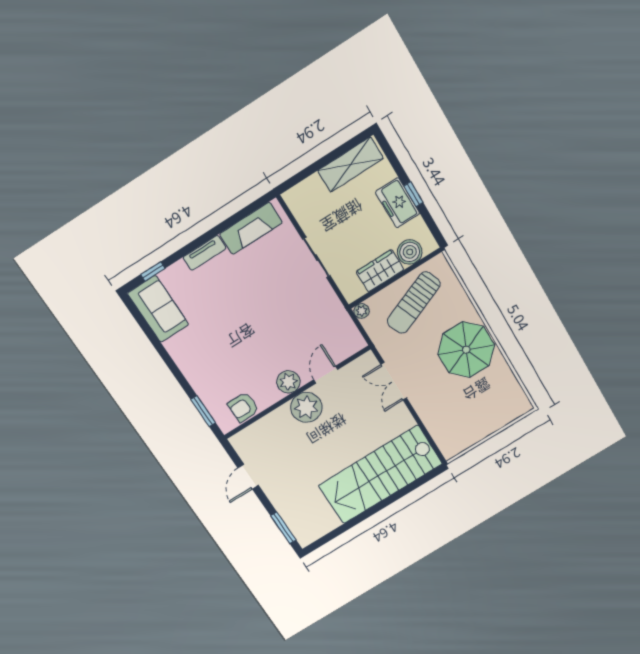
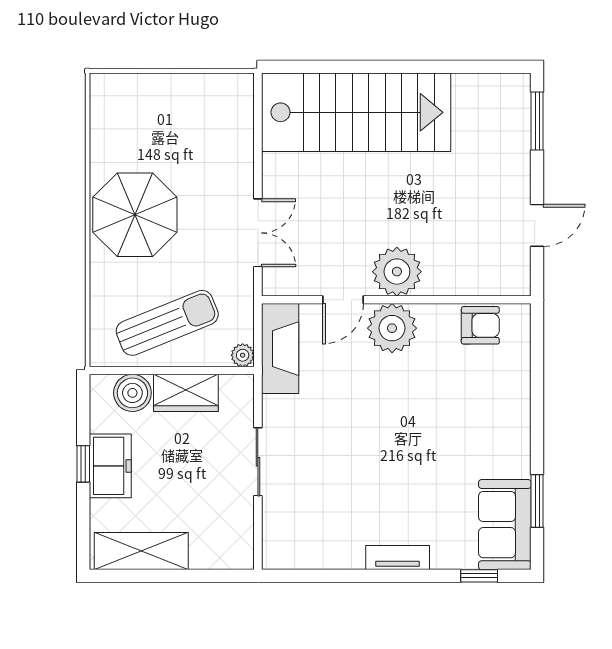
fireplace: (251, 228) -> (280, 349), moved, turned 90
plant: (288, 382) -> (392, 328), width x1.36, depth x1.36
window: (203, 411) -> (537, 501), moved

